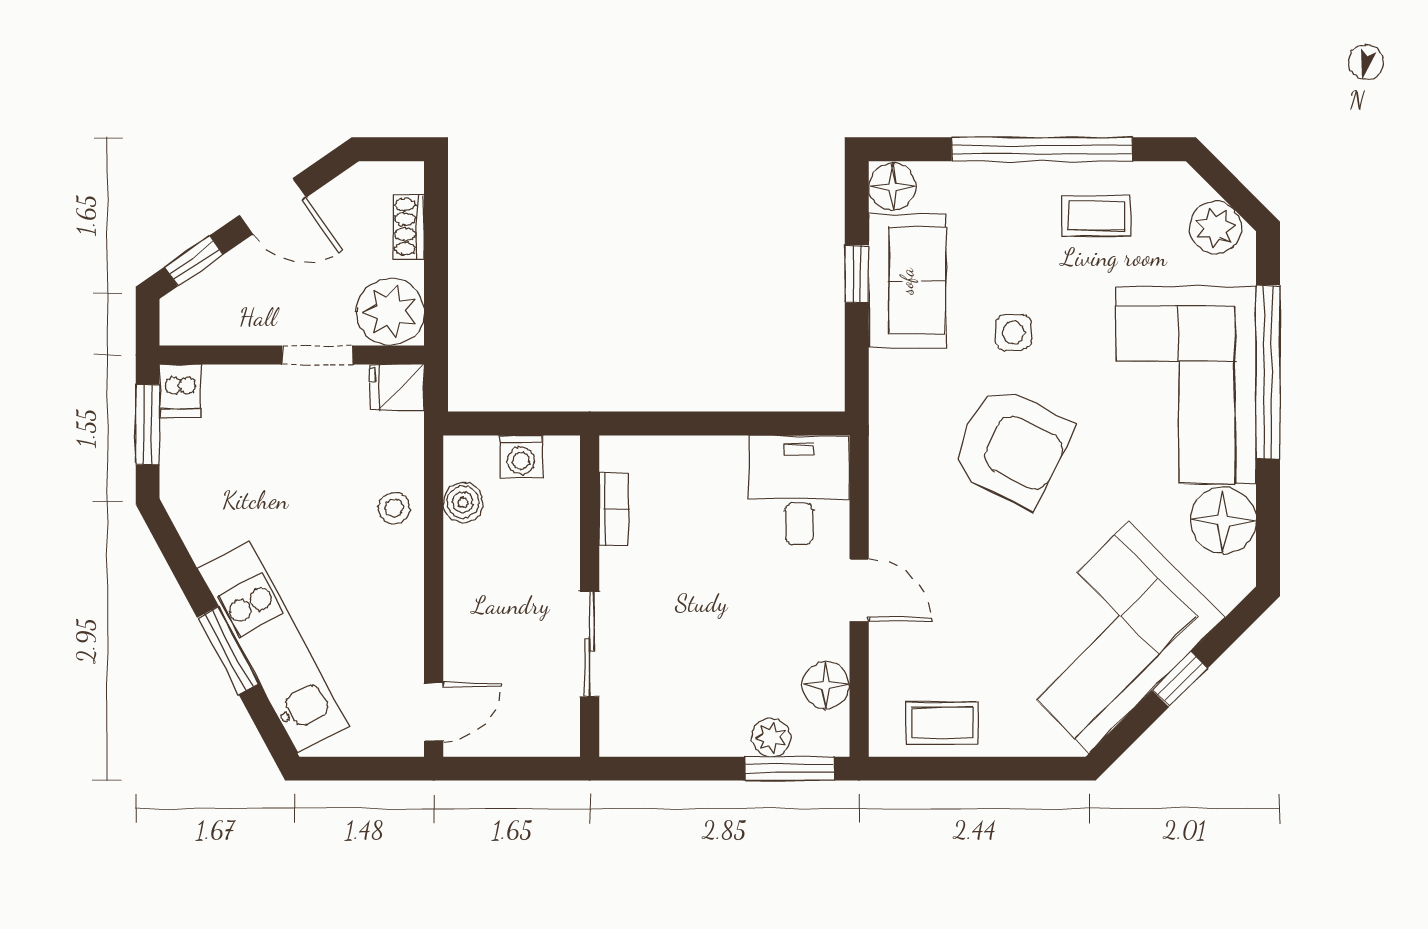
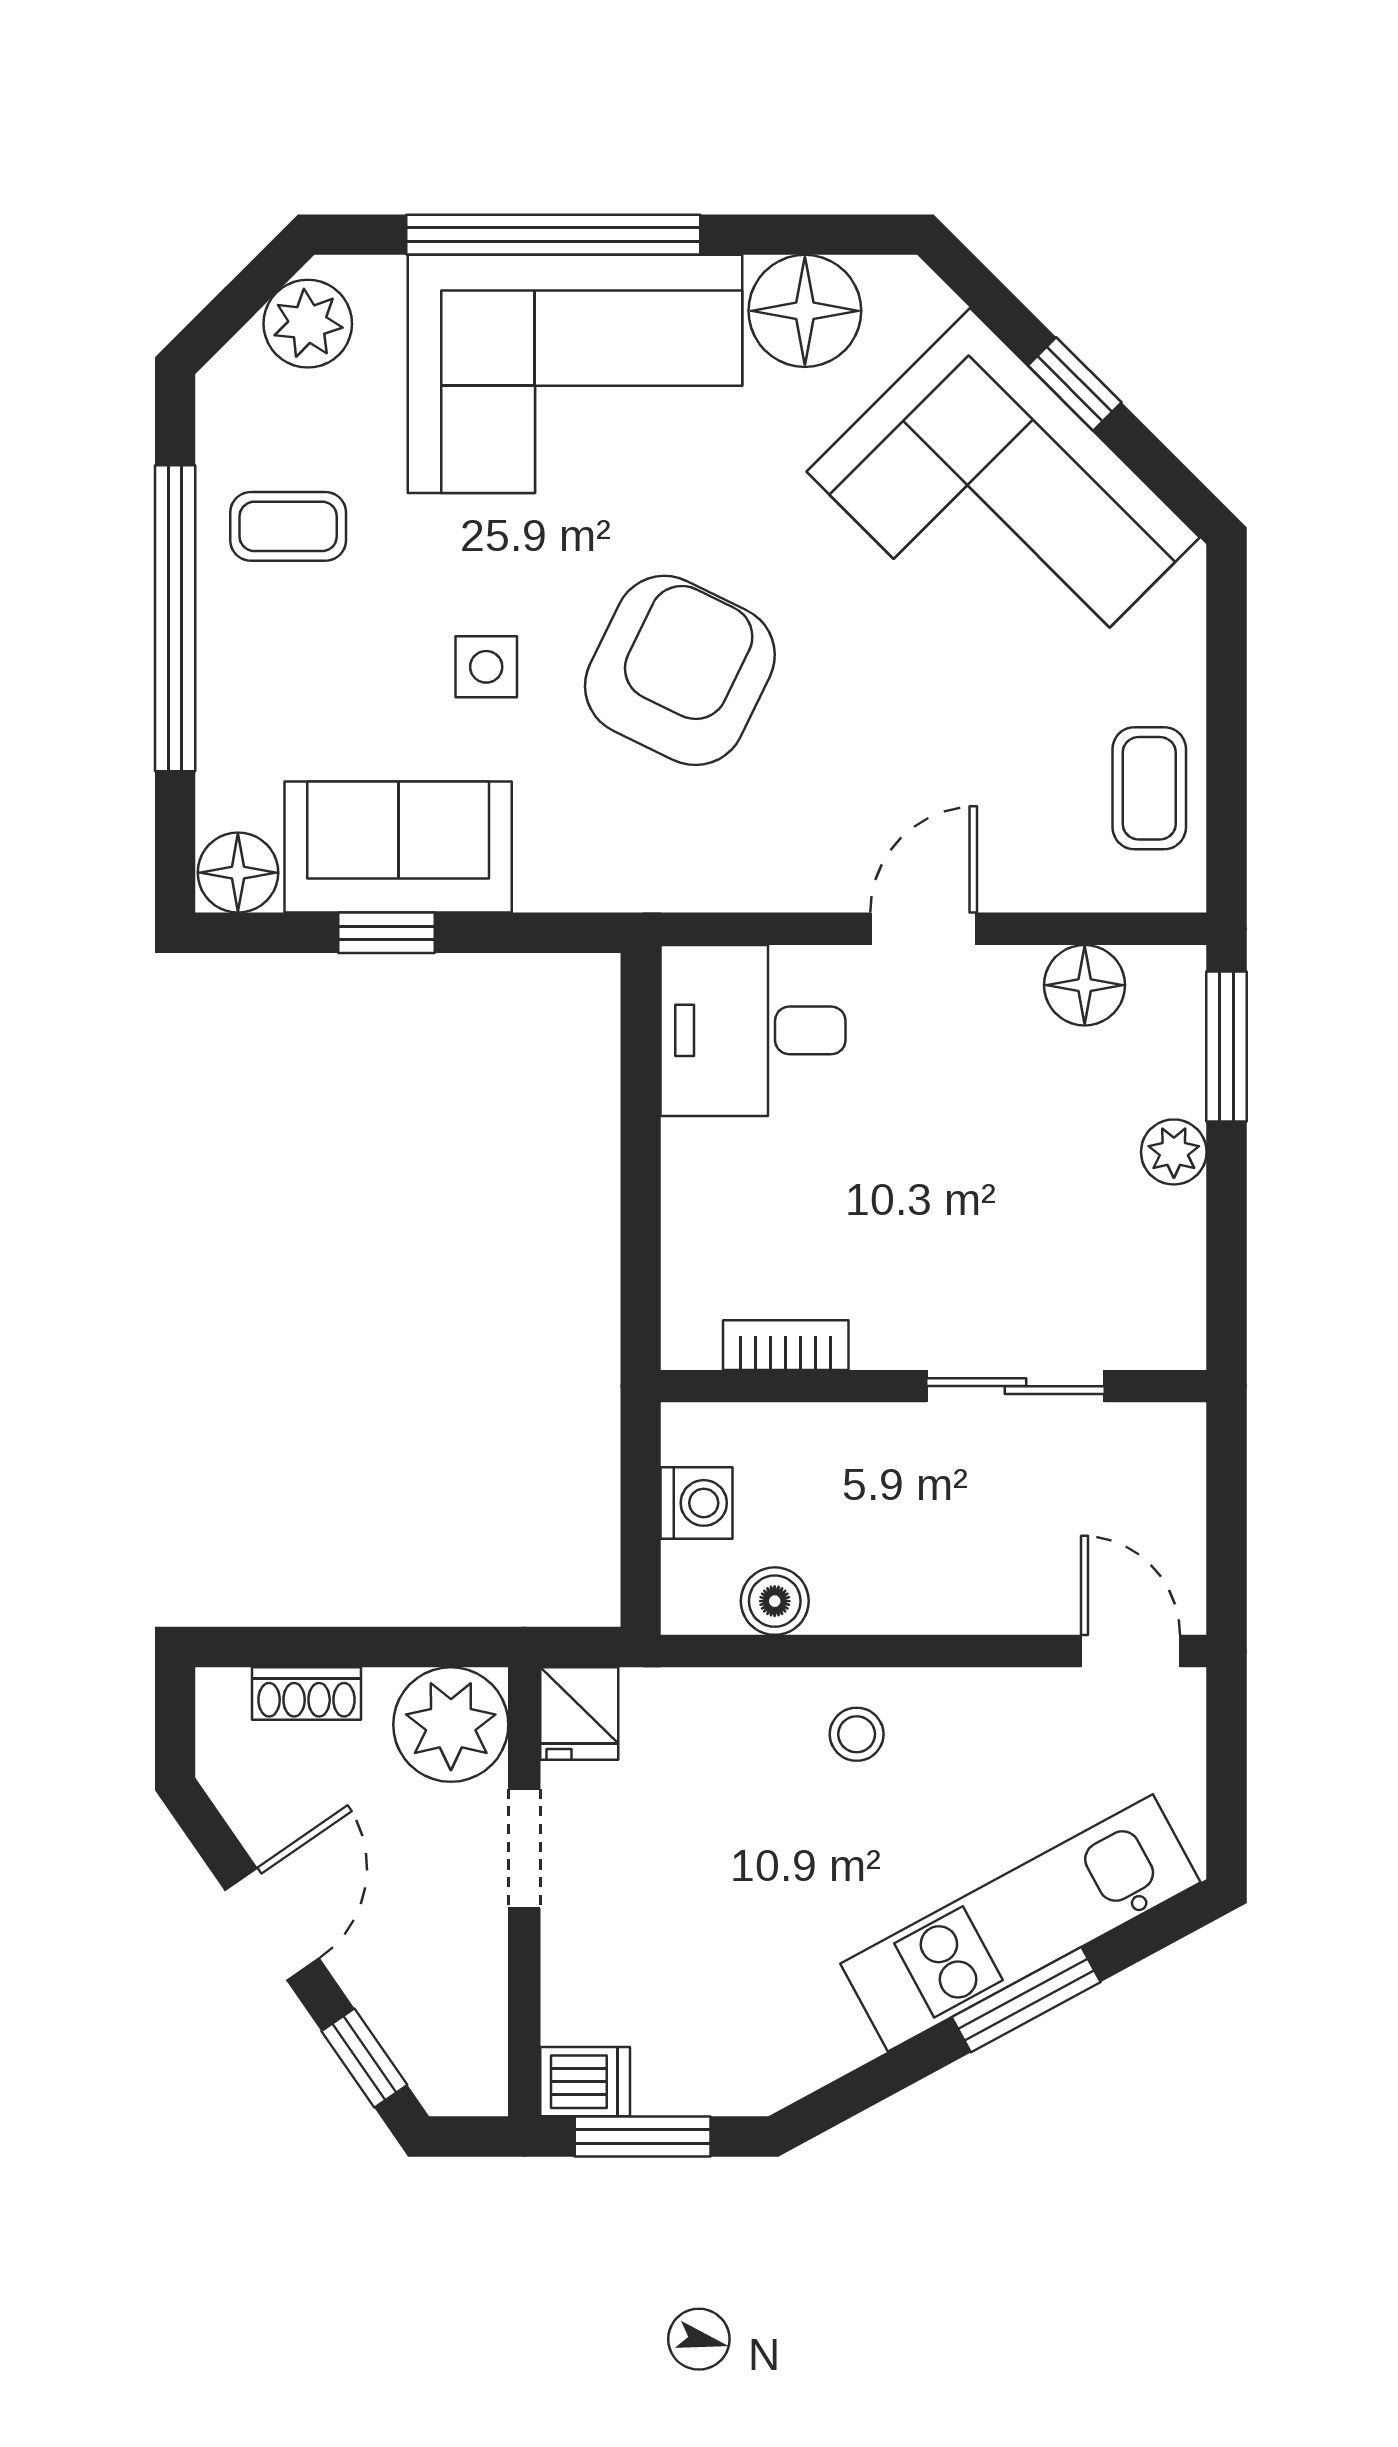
coffee table: (1096, 216) -> (288, 526), turned 90
stool: (394, 508) -> (857, 1734), moved
plant: (771, 738) -> (1174, 1152), moved

